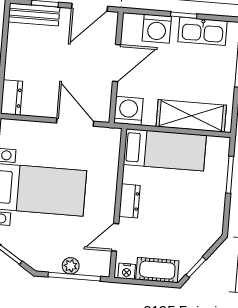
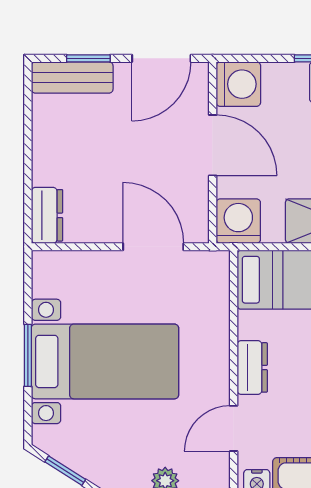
washing machine: (157, 29) -> (238, 84), moved, turned -90
door: (117, 63) -> (213, 145), hinge flipped

